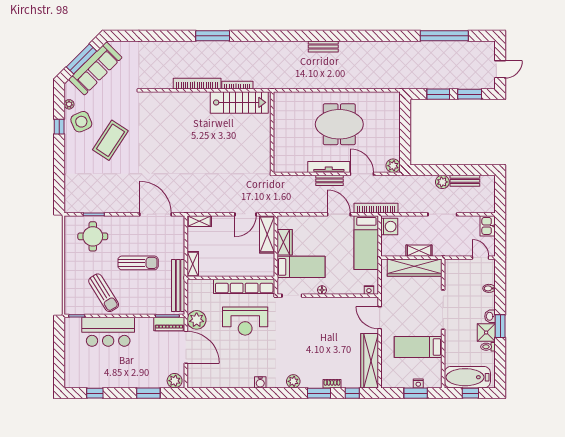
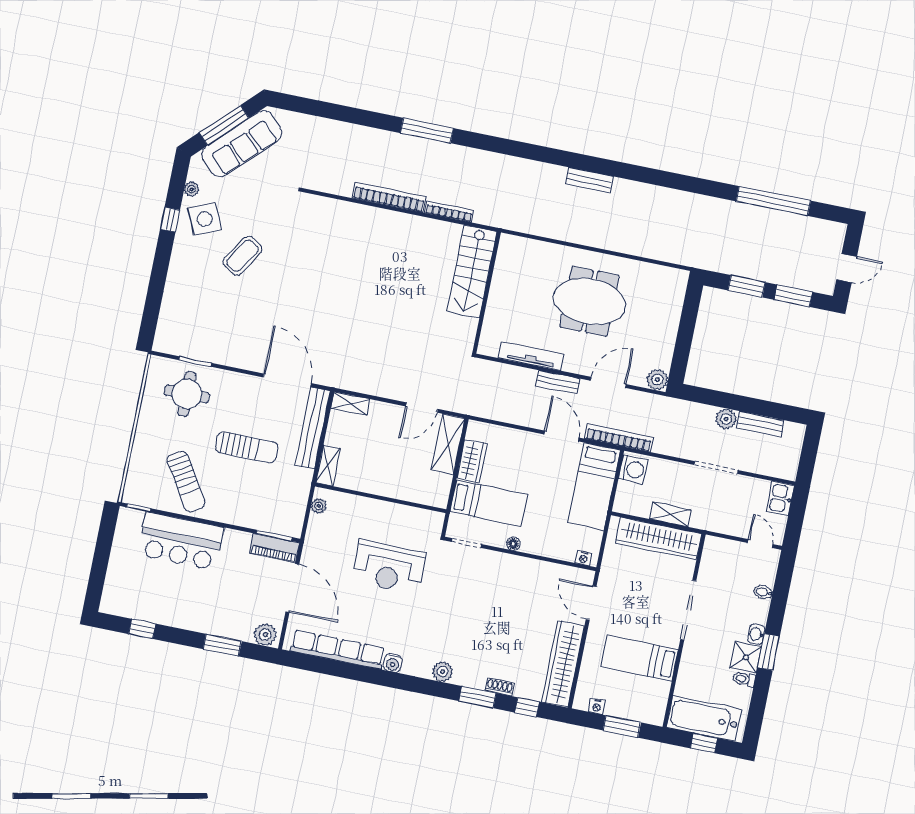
stairs: (239, 102) -> (472, 271), moved, turned 90
coffee table: (110, 140) -> (242, 256), width x0.73, depth x0.76
tv unit: (329, 167) -> (531, 356), moved
door: (362, 174) -> (608, 382), hinge flipped
bench: (178, 286) -> (313, 428), moved
row of seats: (244, 286) -> (338, 650), moved, turned 180
plant: (197, 320) -> (319, 506), moved, width x0.53, depth x0.53
nightstand: (418, 383) -> (597, 706), moved

